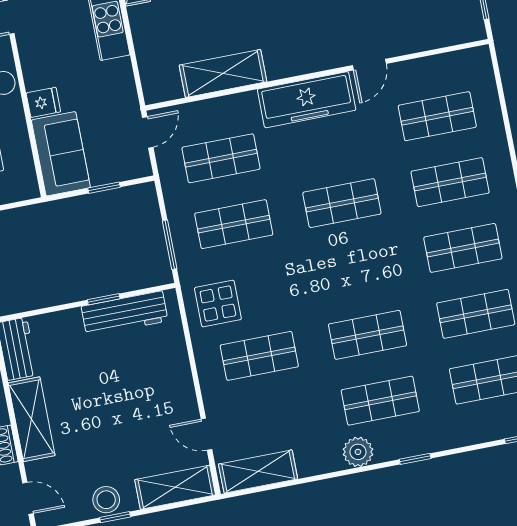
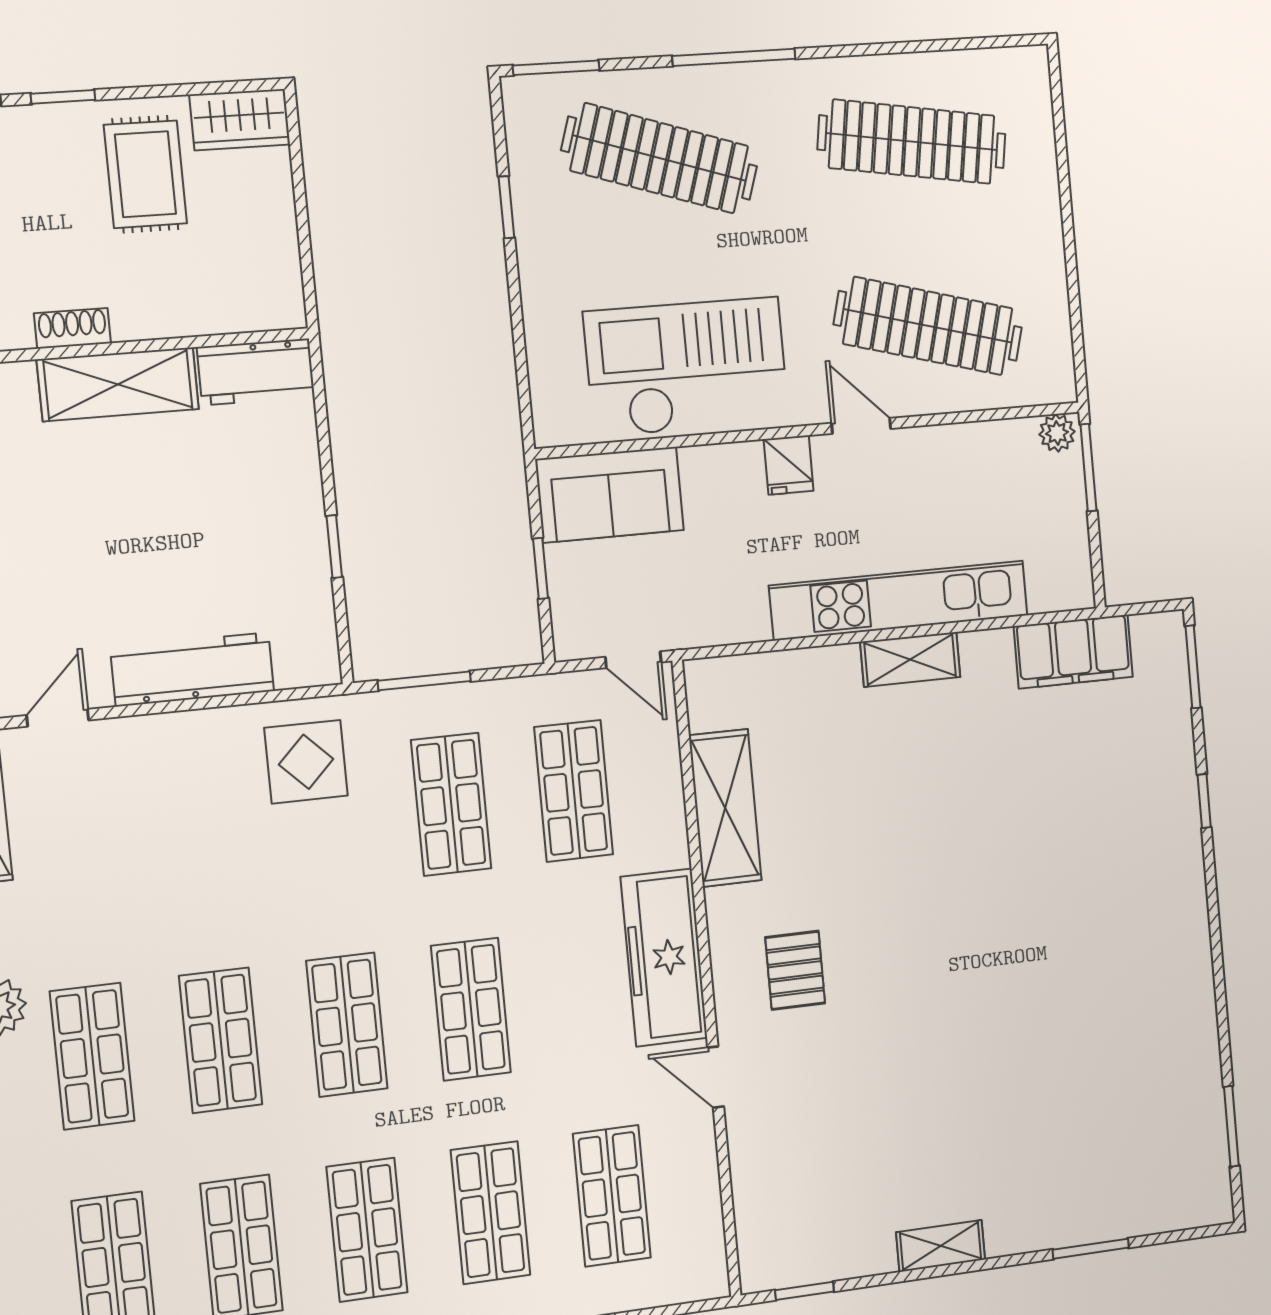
pallet: (308, 25) -> (795, 970), added
fridge: (43, 102) -> (789, 465), moved
workbench: (125, 314) -> (192, 669), moved, turned 90
shop shelf: (259, 356) -> (347, 1025), moved

